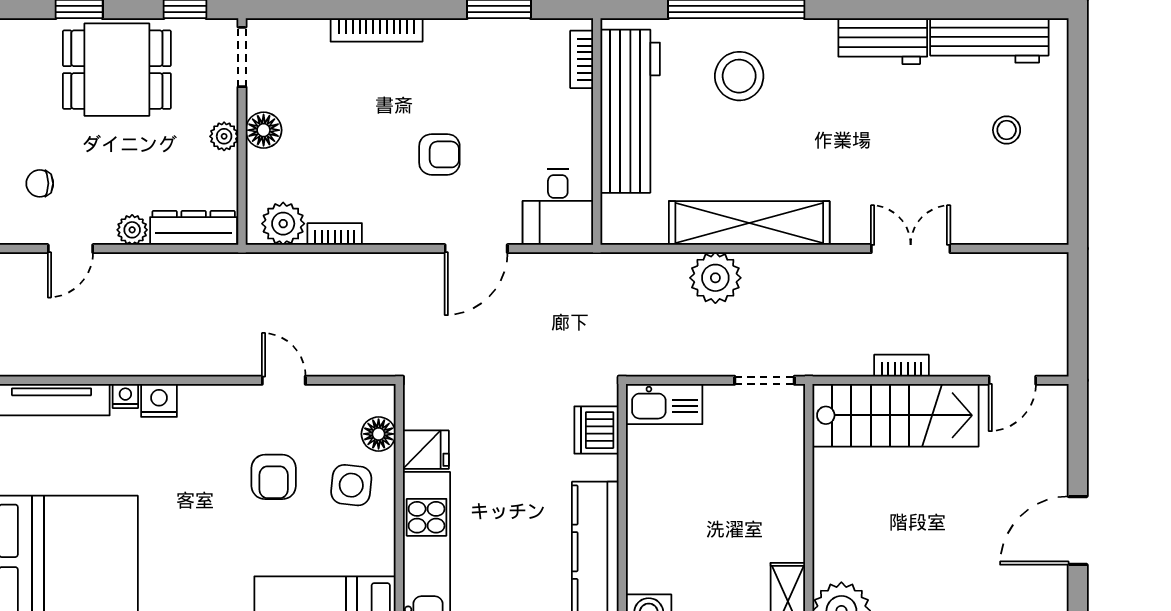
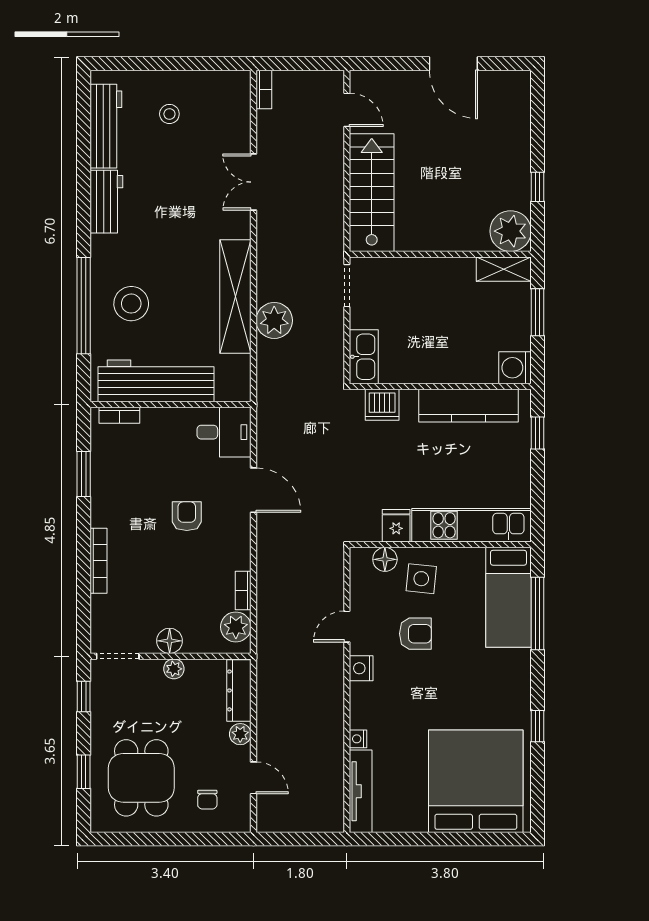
dining table: (117, 70) -> (141, 778), moved
bookcase: (901, 366) -> (264, 89), moved, turned 180
nightstand: (159, 400) -> (361, 668), moved

